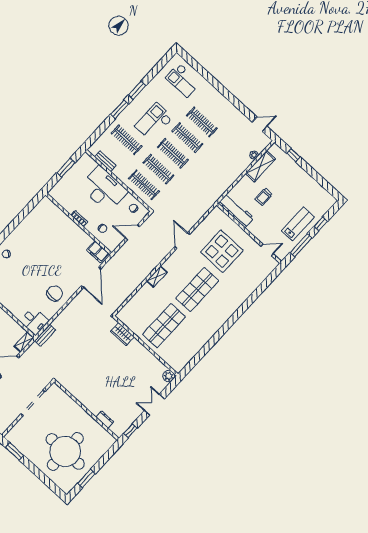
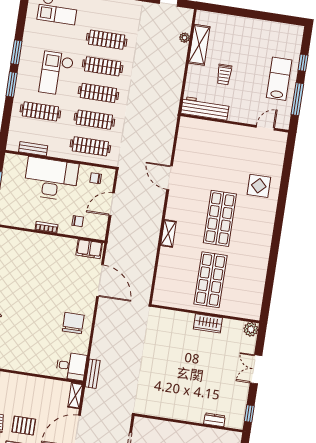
window: (293, 155) -> (226, 10), removed
display table: (222, 251) -> (259, 186), moved, width x0.54, depth x0.54
wardrobe: (122, 334) -> (208, 323), moved

